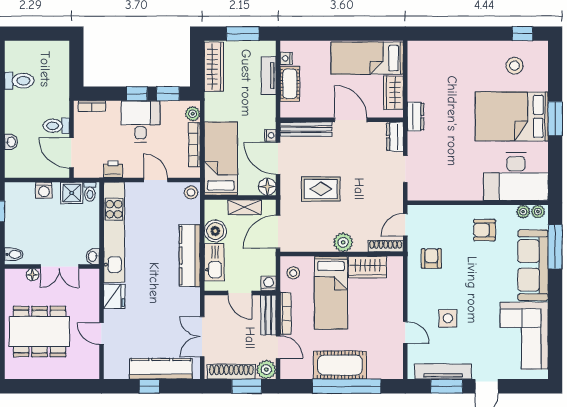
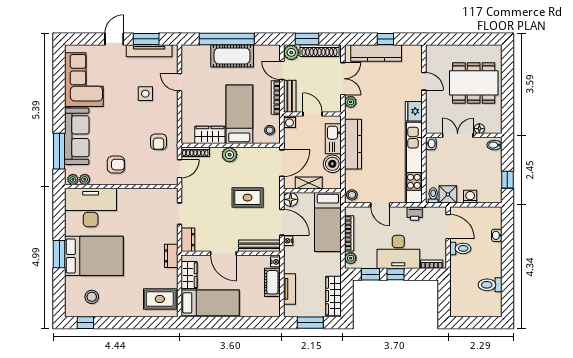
nightstand: (286, 58) -> (275, 262), moved
rug: (430, 63) -> (160, 299), added
desk: (140, 121) -> (398, 252), width x1.37
plant: (193, 308) -> (351, 102), added

